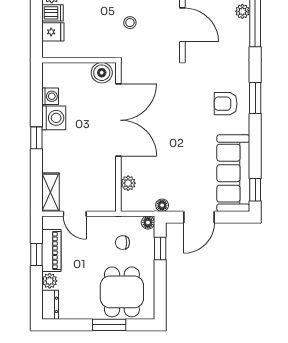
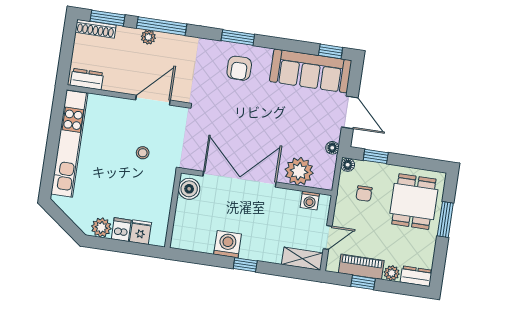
washing machine: (50, 96) -> (310, 201), moved, turned 180
plant: (128, 183) -> (299, 171), width x1.88, depth x1.88
dining table: (122, 292) -> (414, 202), turned 90

